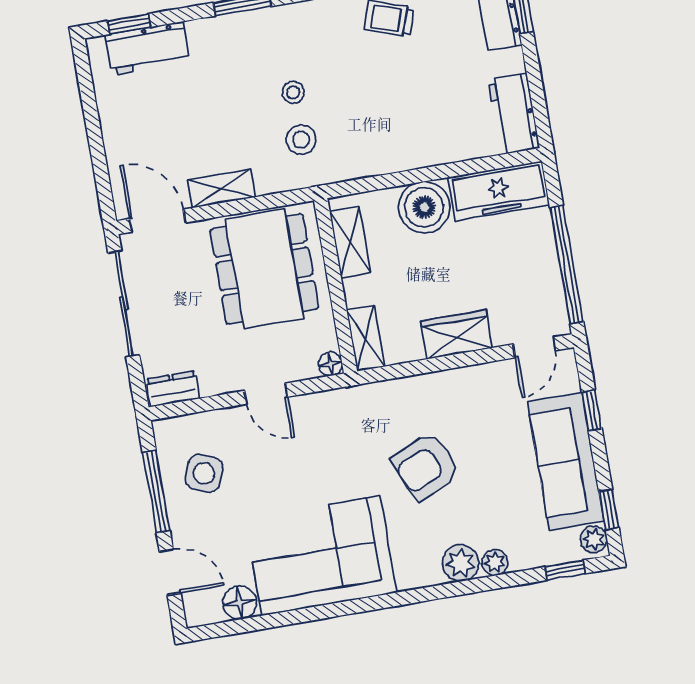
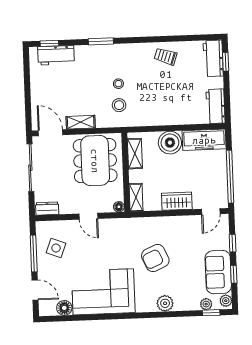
sofa: (566, 462) -> (218, 272), width x0.73
window: (609, 510) -> (234, 274), moved
plant: (495, 562) -> (206, 304), moved

